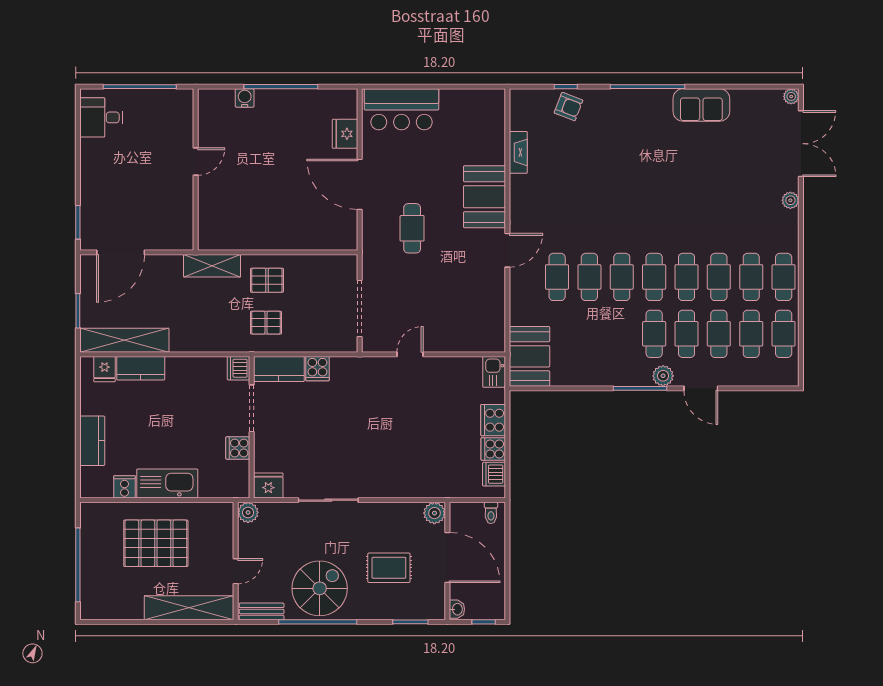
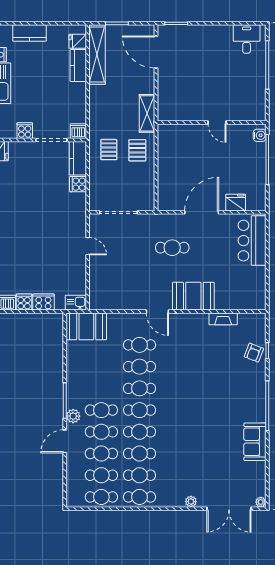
door: (196, 162) -> (217, 123), moved
wall: (196, 170) -> (212, 123), moved

